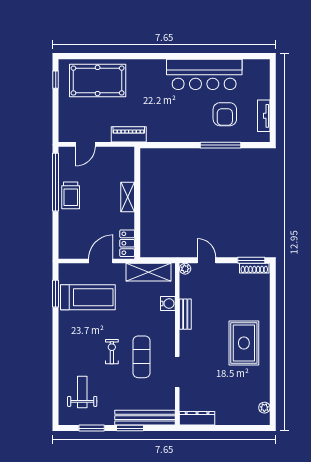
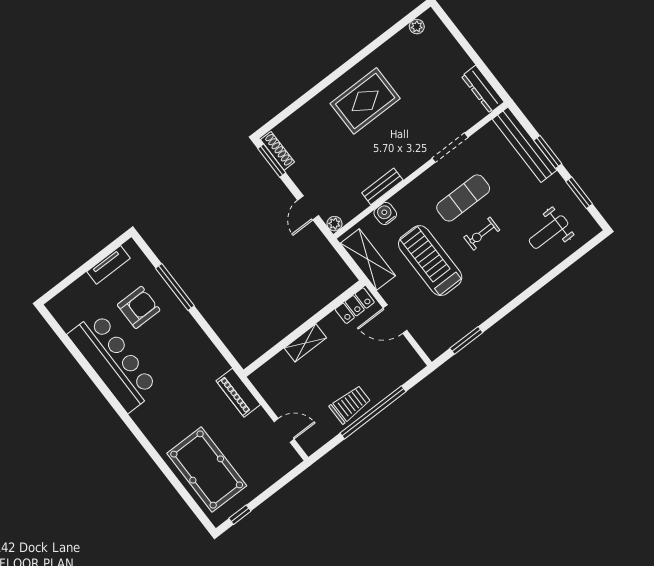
window: (56, 182) -> (373, 412), moved
treadmill: (88, 297) -> (430, 261), moved

